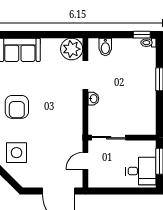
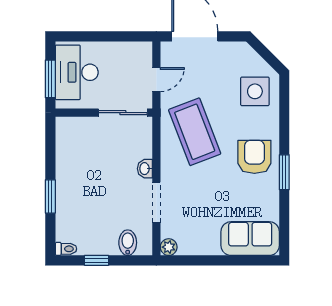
window: (142, 35) -> (96, 260), moved
plant: (72, 49) -> (169, 247), width x0.53, depth x0.53
coffee table: (59, 124) -> (195, 132), added
desk: (141, 171) -> (77, 72), width x1.37

